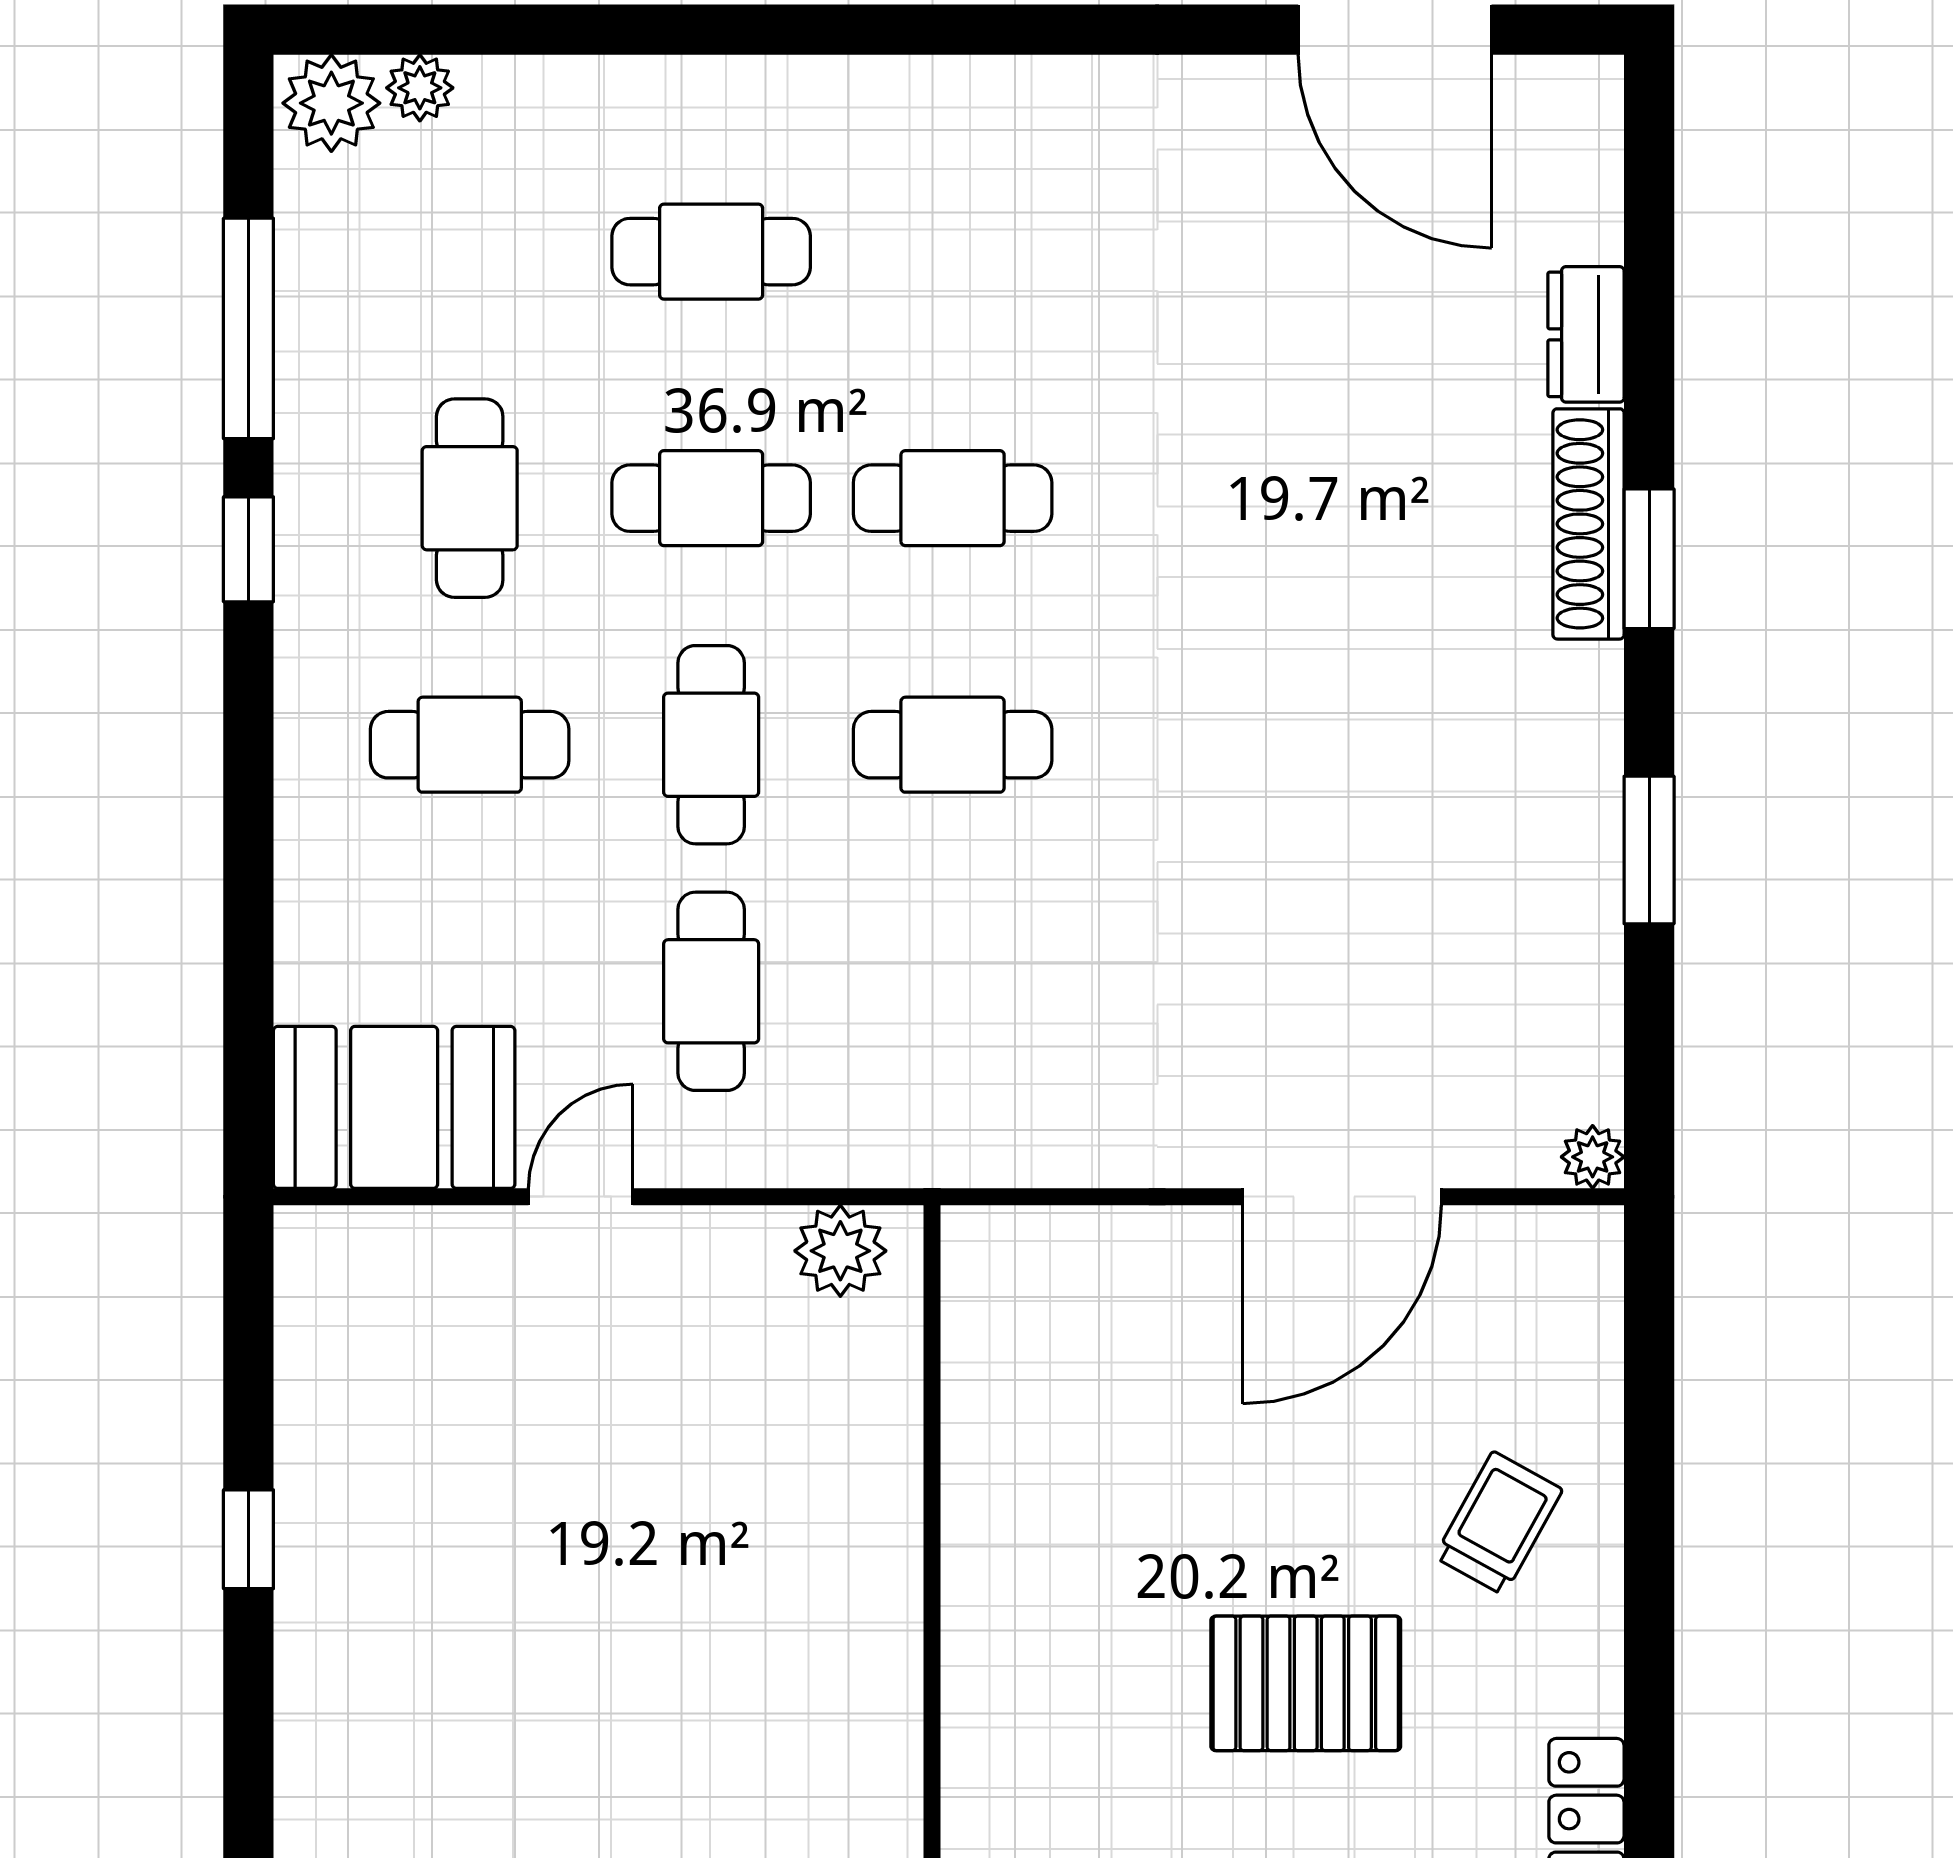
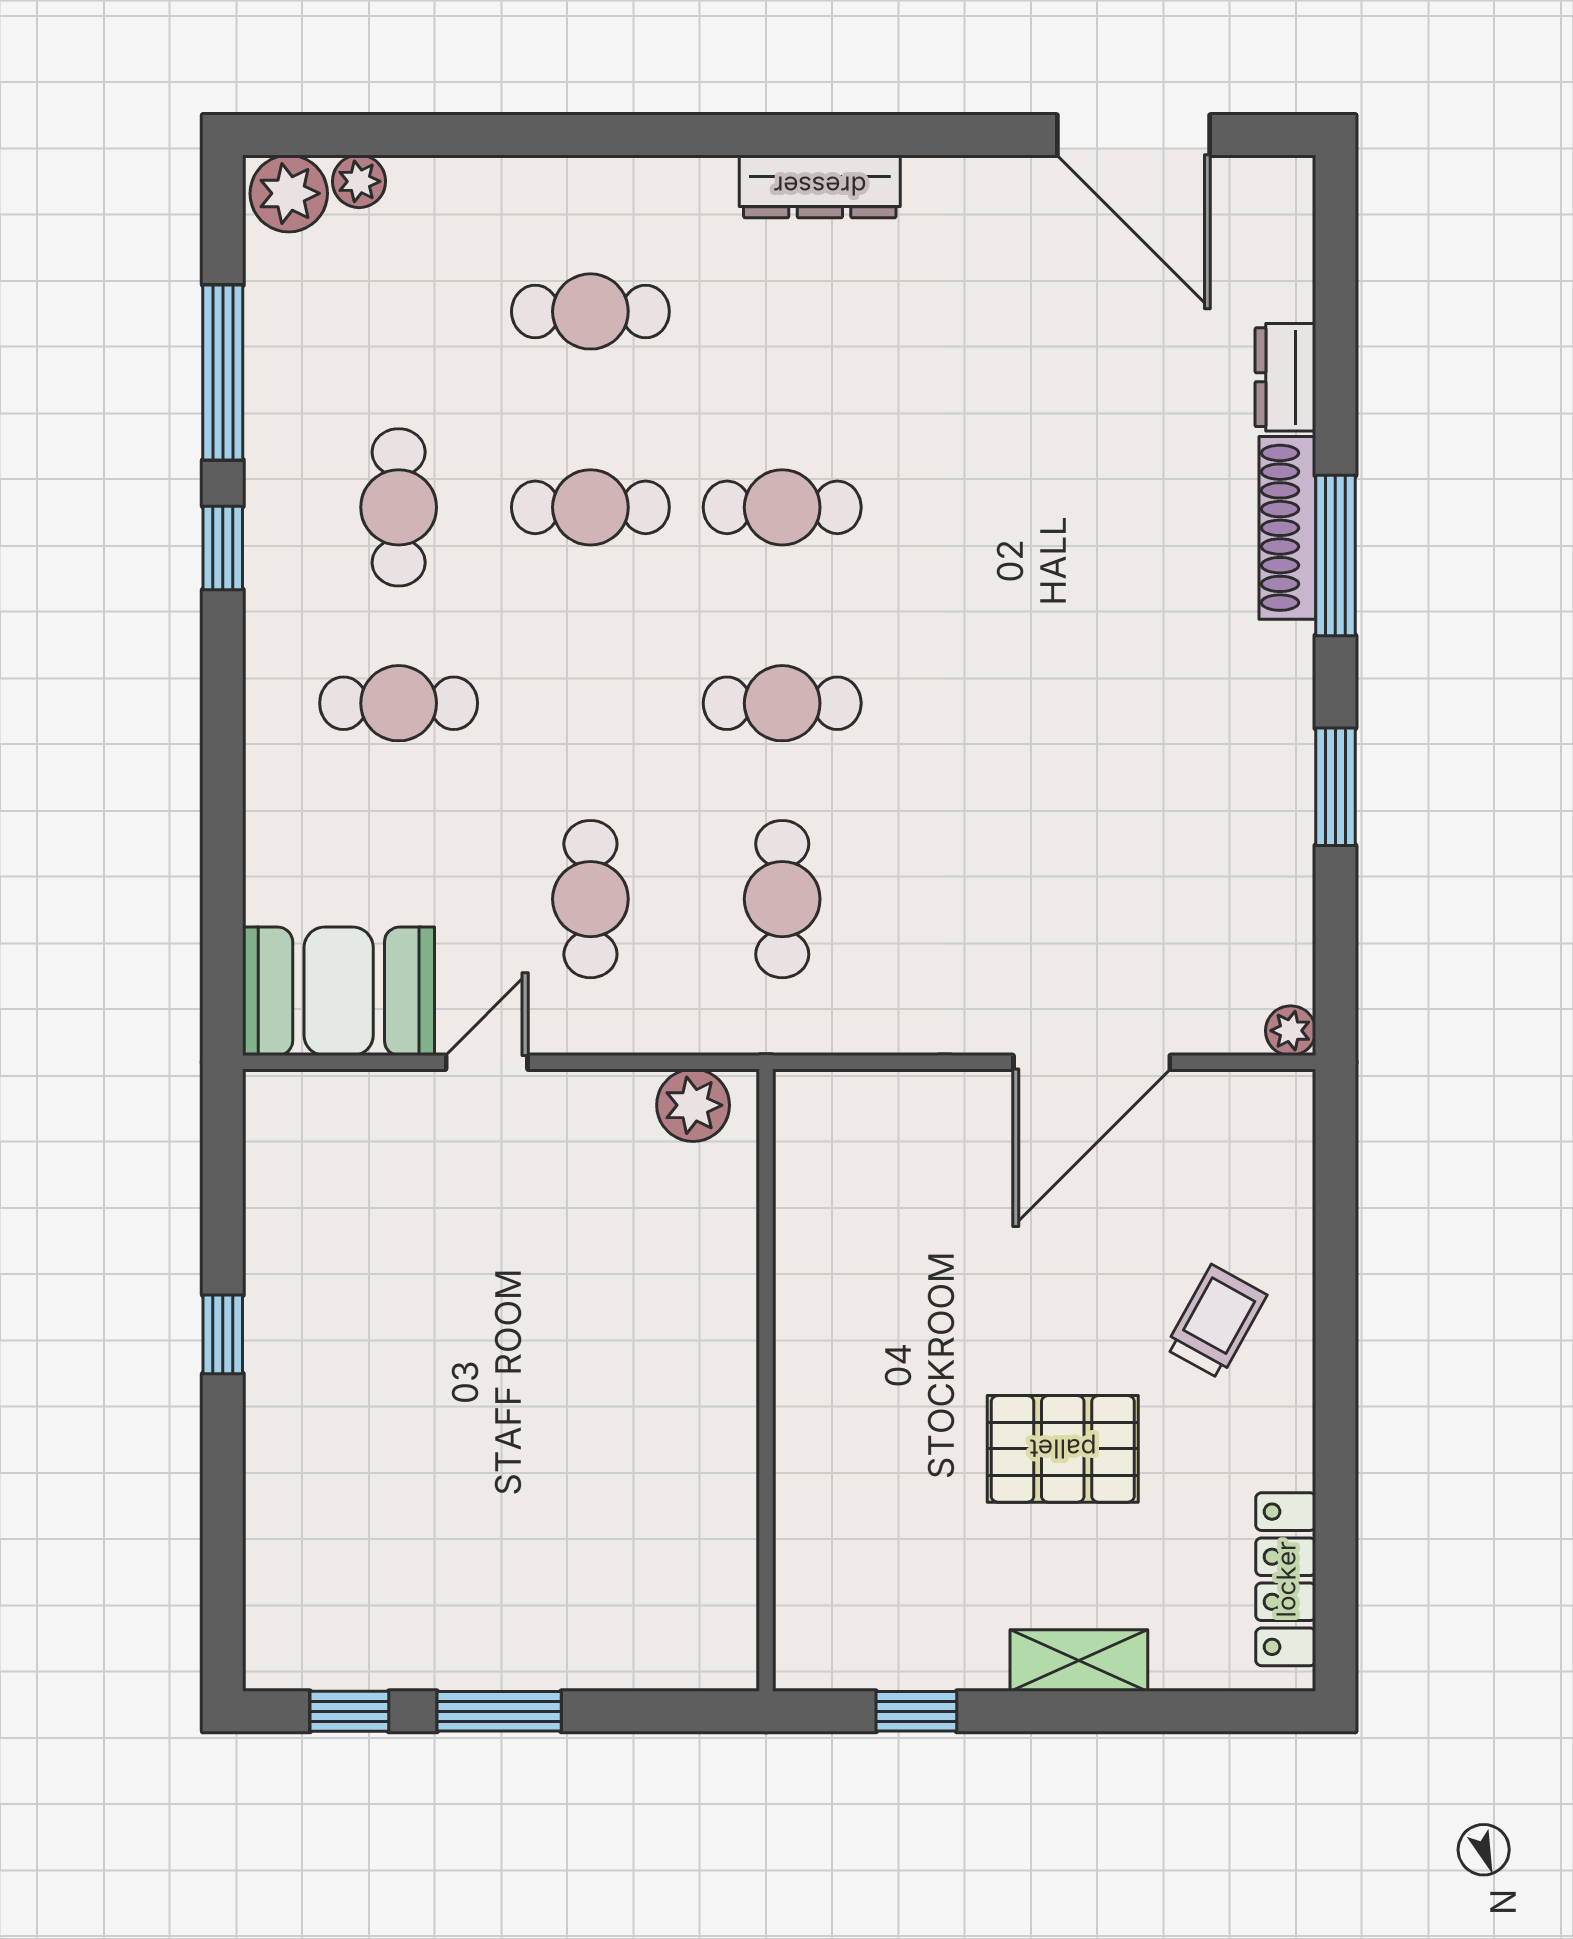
dresser: (1000, 94) -> (820, 186), added
window: (1649, 559) -> (1335, 556), width x1.44
cafe table: (711, 745) -> (782, 899), moved

